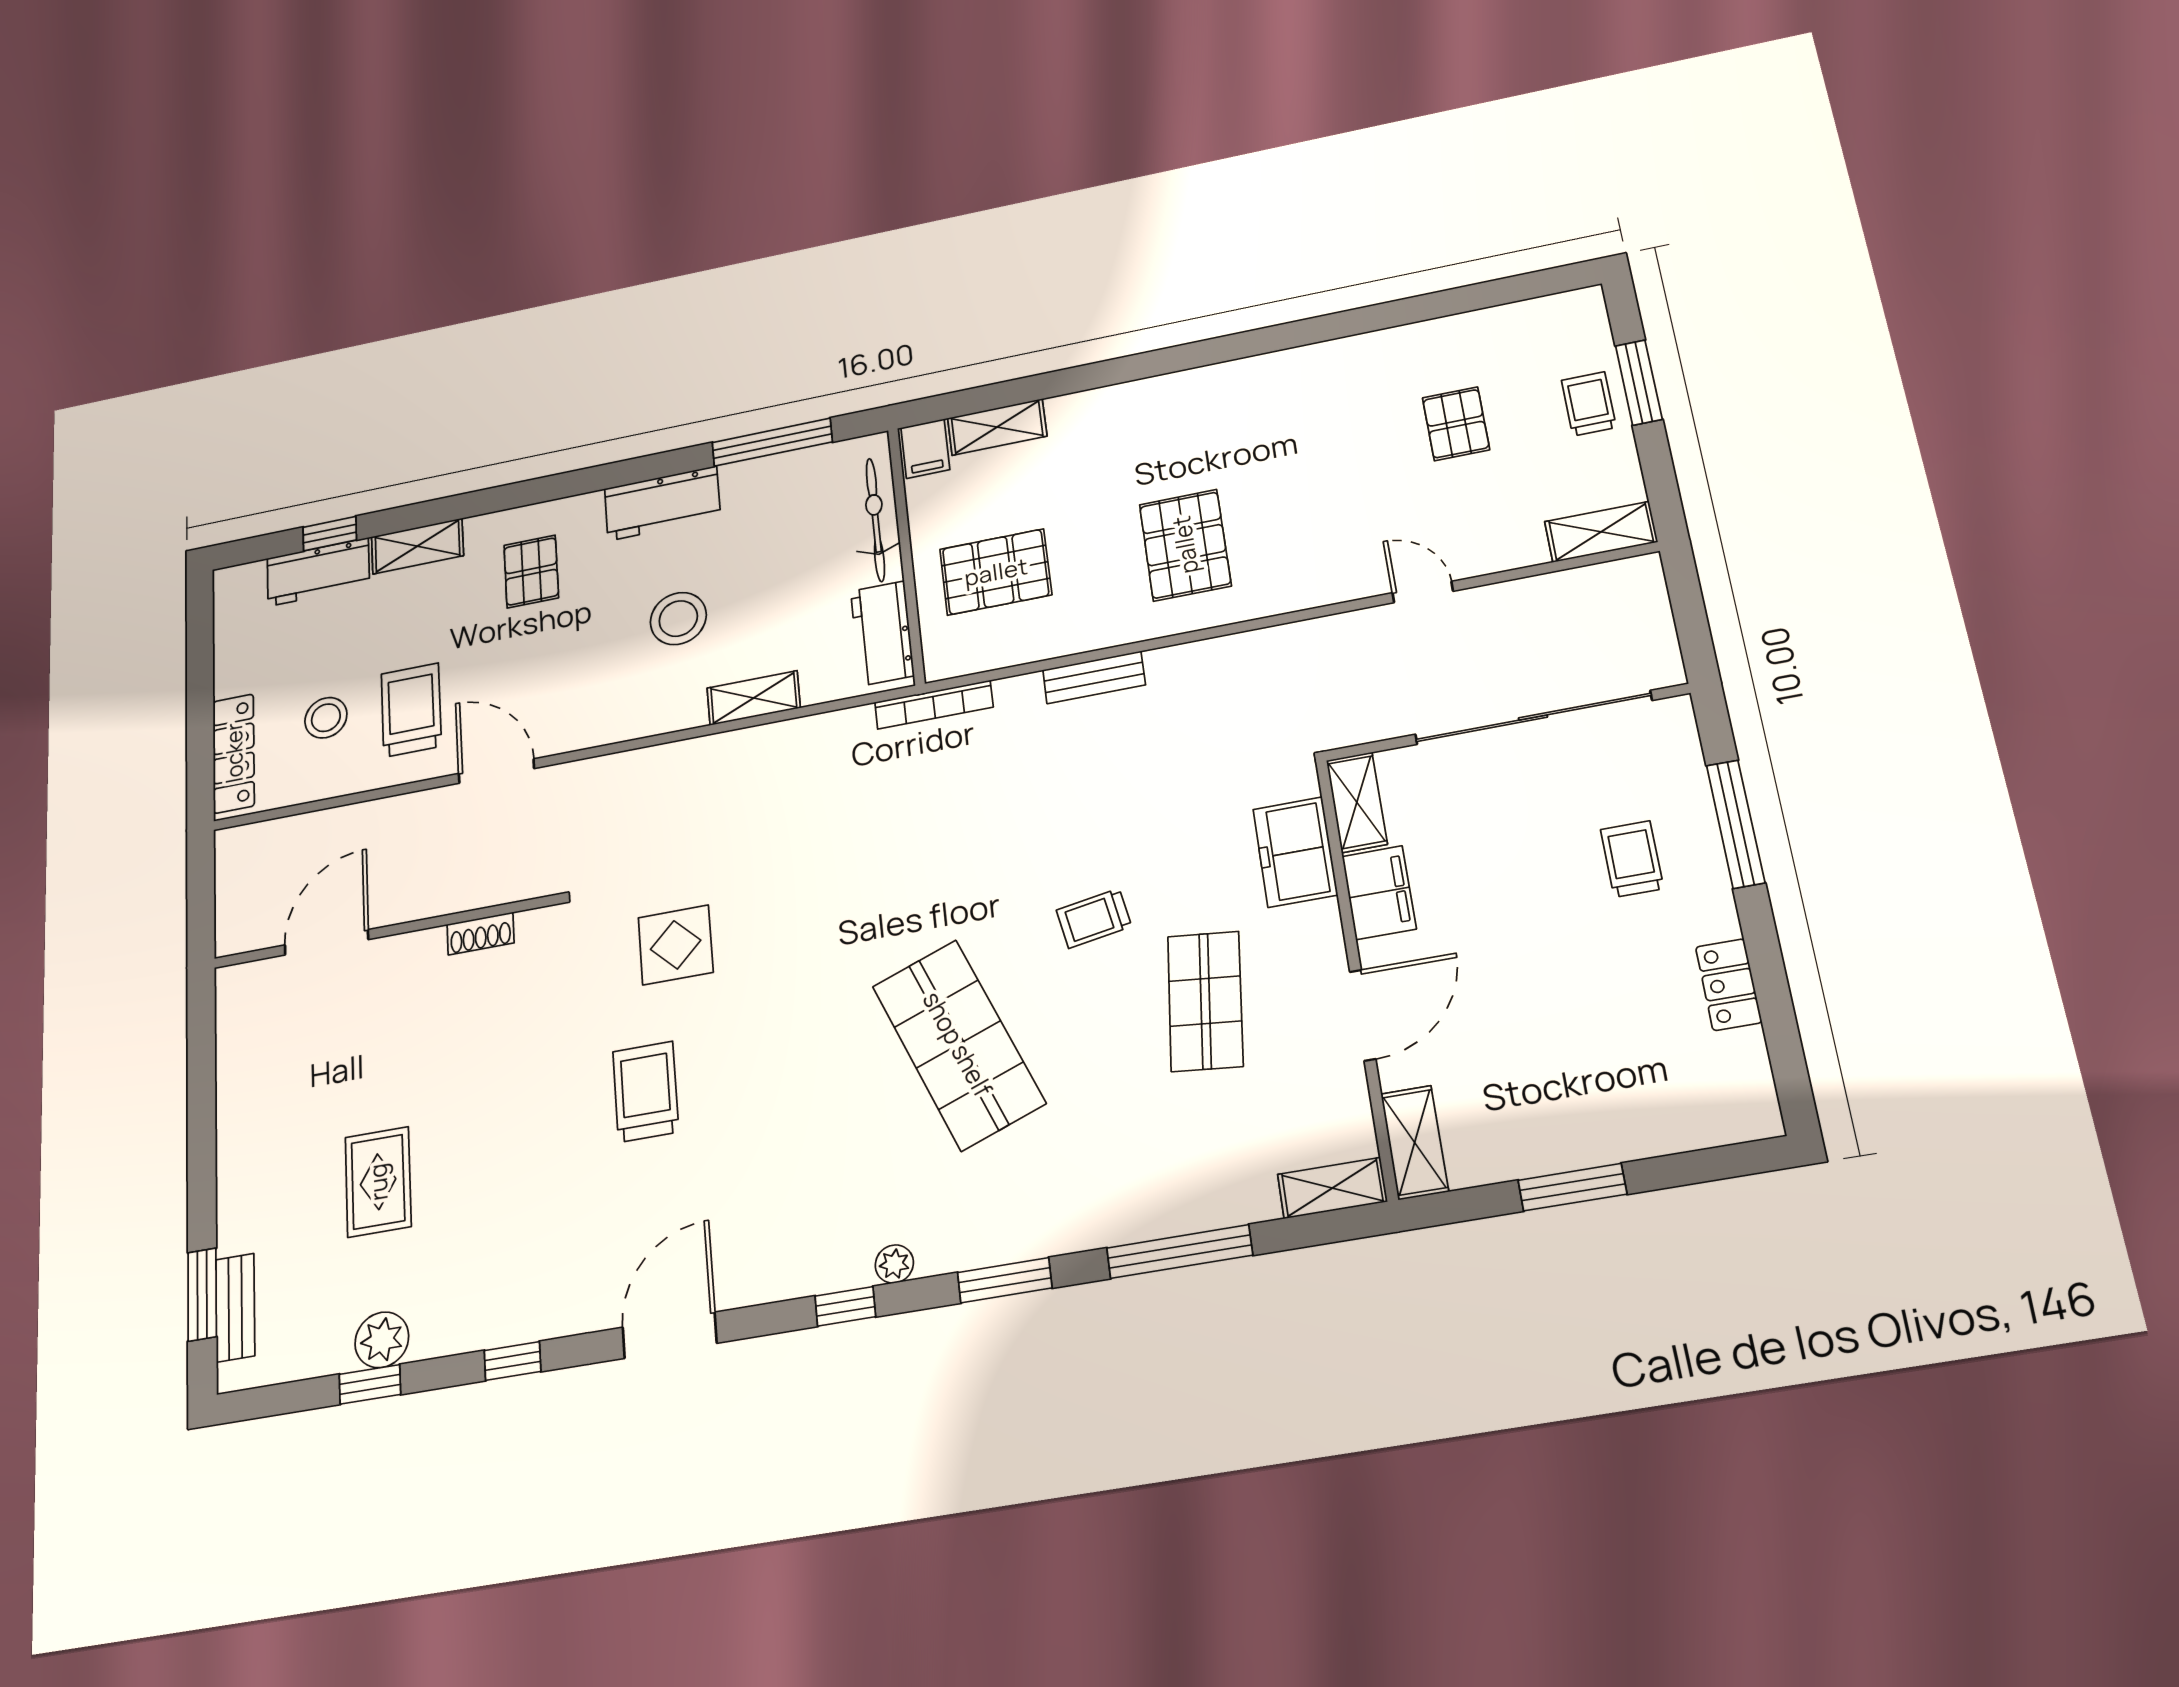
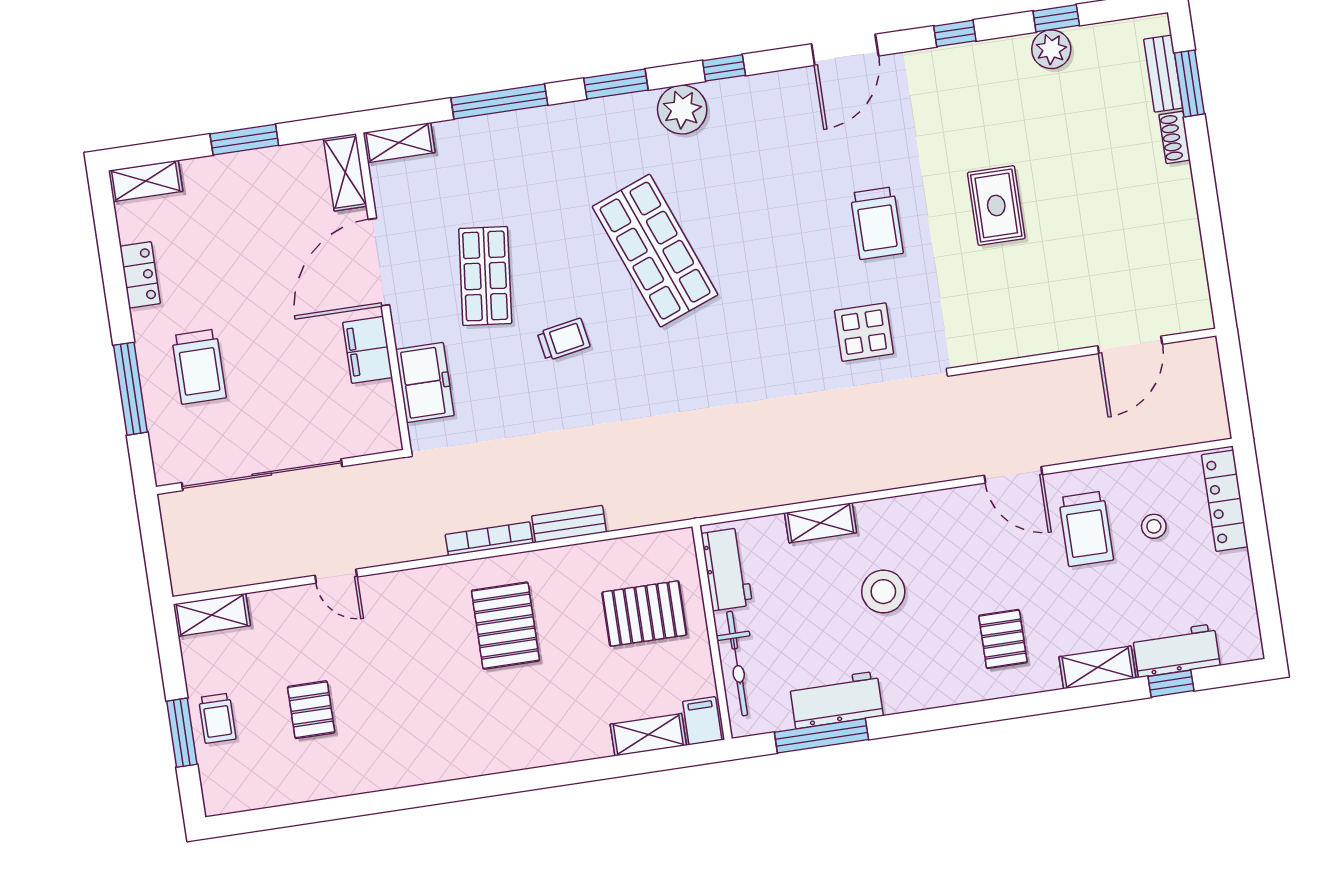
workbench: (662, 503) -> (836, 700), moved
bookcase: (934, 705) -> (489, 539), moved
stool: (326, 718) -> (1154, 526), width x0.73, depth x0.73
shelving: (1357, 802) -> (146, 181), moved, turned 90
trolley: (1632, 859) -> (199, 367), width x1.36, depth x1.39
shoe rack: (481, 934) -> (1175, 137), moved, turned -90
door: (1363, 1015) -> (379, 262), width x1.36
rug: (378, 1182) -> (996, 205), moved
plant: (894, 1264) -> (682, 110), width x1.87, depth x1.87

